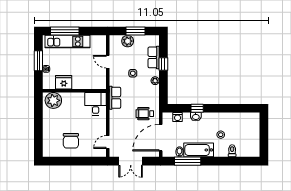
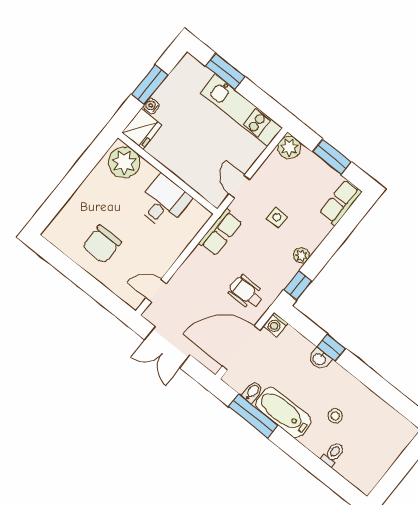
window: (65, 31) -> (225, 71), width x0.69
plant: (128, 41) -> (289, 147), moved
kitchen unit: (68, 42) -> (241, 110), moved
row of seats: (154, 57) -> (341, 202), moved
door: (108, 62) -> (239, 187), moved
window: (163, 64) -> (298, 285), moved
fridge: (64, 82) -> (142, 129), moved, turned 90
desk: (96, 104) -> (163, 202), moved
washing machine: (178, 117) -> (275, 324), moved

